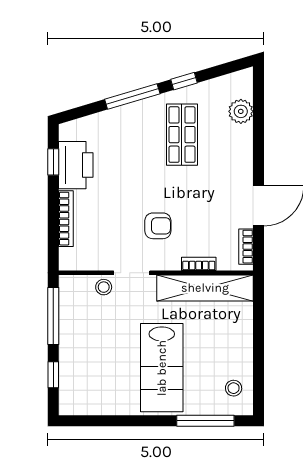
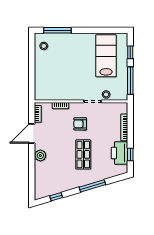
window: (184, 81) -> (56, 197), moved
plant: (241, 111) -> (40, 155), moved
shop shelf: (182, 135) -> (83, 154), moved
shelving: (205, 288) -> (58, 94), removed
lab bench: (162, 368) -> (106, 56), moved

